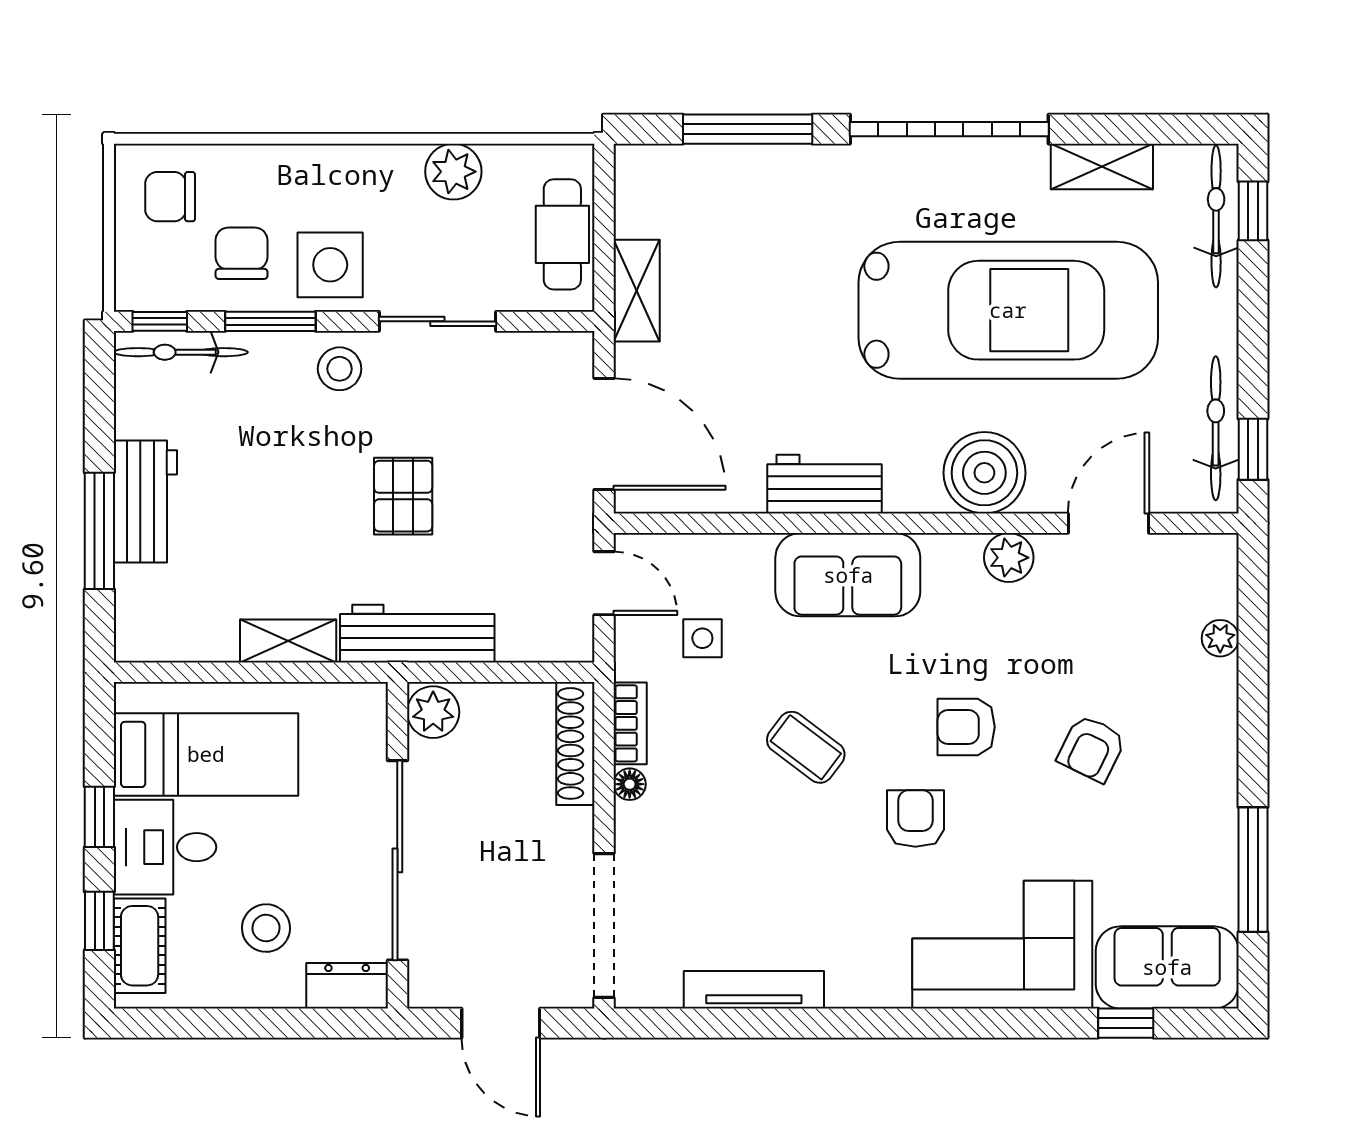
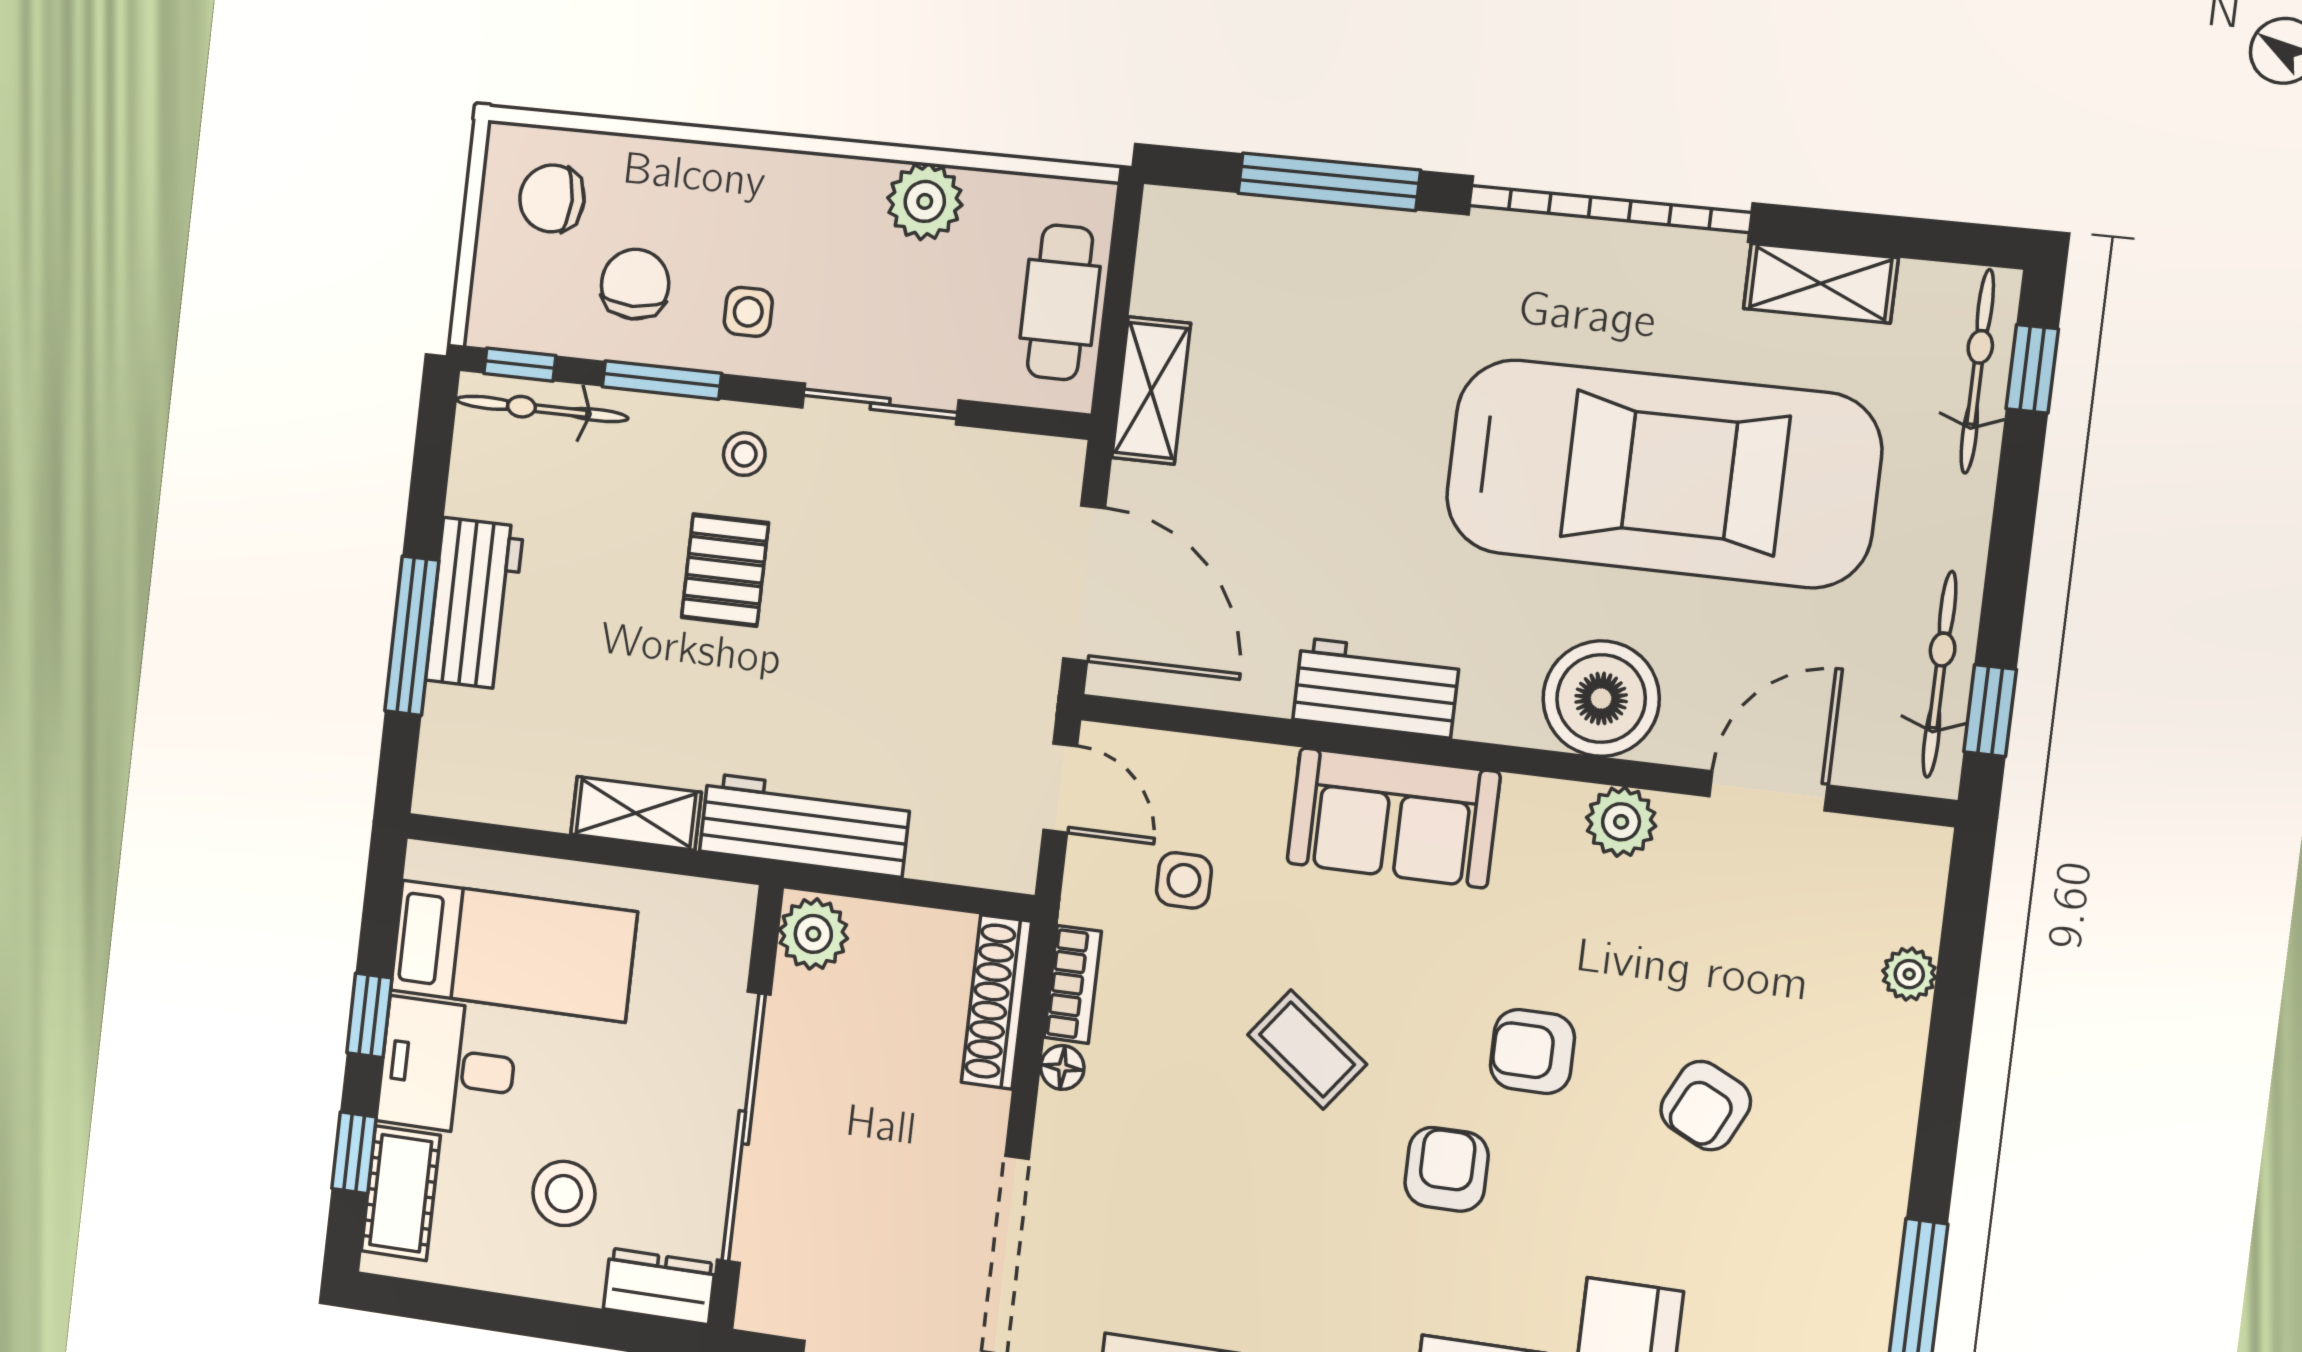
side table: (330, 265) -> (748, 312), width x0.54, depth x0.54
stool: (340, 369) -> (744, 454), width x0.73, depth x0.73
pallet: (403, 496) -> (725, 570), moved

